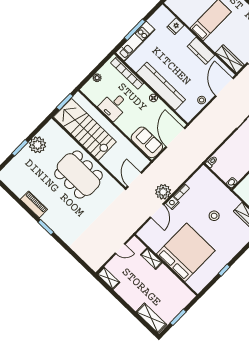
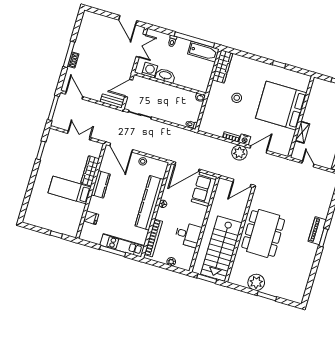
wardrobe: (230, 59) -> (90, 171), moved
door: (224, 87) -> (121, 148), hinge flipped
piano: (34, 204) -> (317, 231), moved

